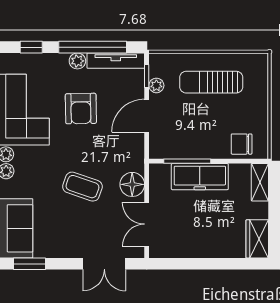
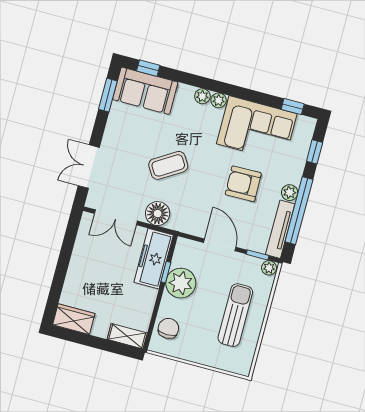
plant: (156, 85) -> (269, 268), moved
plant: (194, 144) -> (181, 283), added
window: (187, 161) -> (166, 272), width x0.46
freezer: (200, 177) -> (154, 259), moved
coffee table: (82, 187) -> (168, 165), turned 39
double door: (147, 224) -> (116, 217), swing flipped

